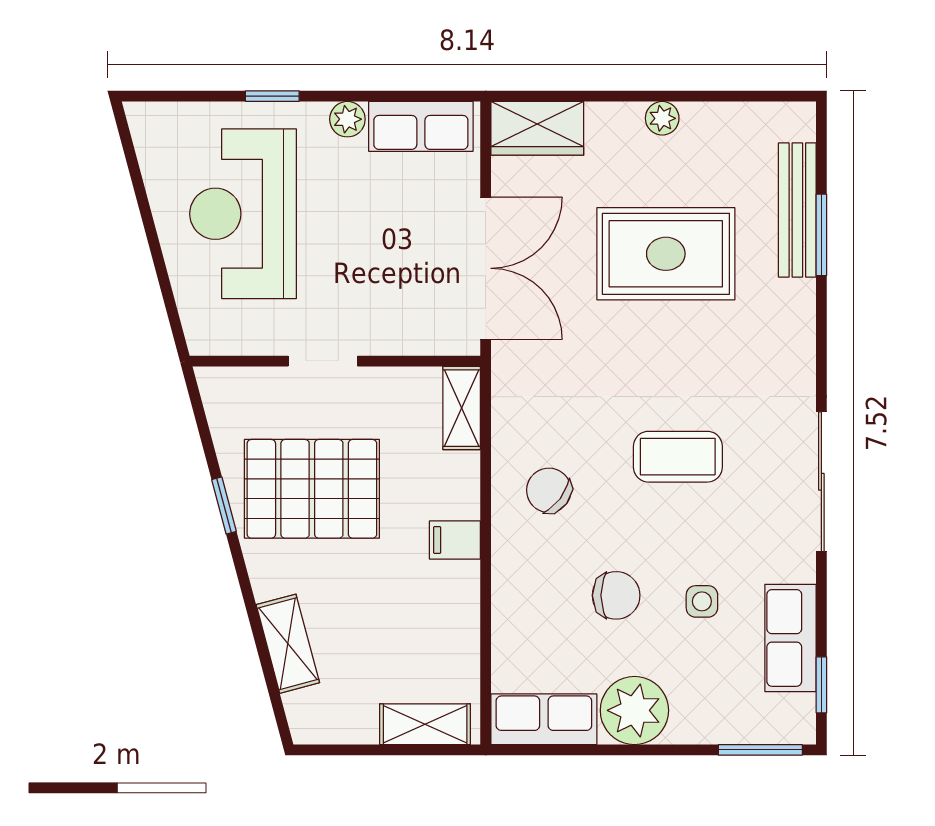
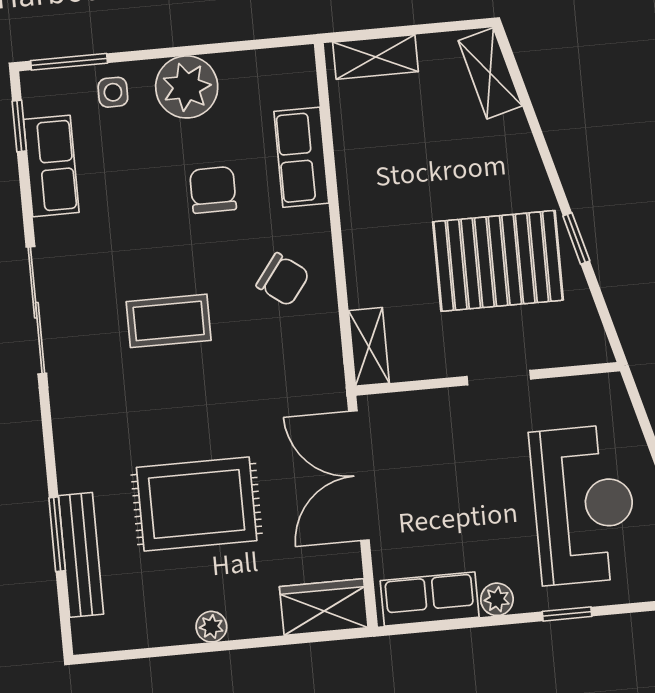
filing cabinet: (455, 540) -> (364, 227), removed
chair: (616, 595) -> (213, 190), turned 90
side table: (702, 601) -> (113, 92), moved
shelving: (288, 644) -> (490, 73), moved
row of seats: (544, 719) -> (301, 157), moved, turned 90

